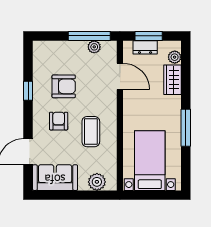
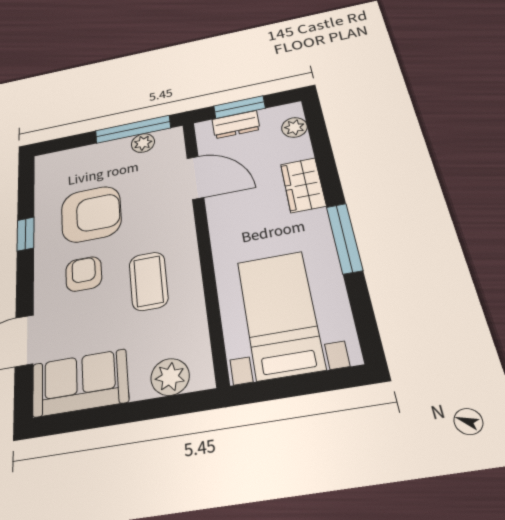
wardrobe: (172, 80) -> (303, 185), moved
armchair: (64, 86) -> (91, 214), width x1.36, depth x1.36

